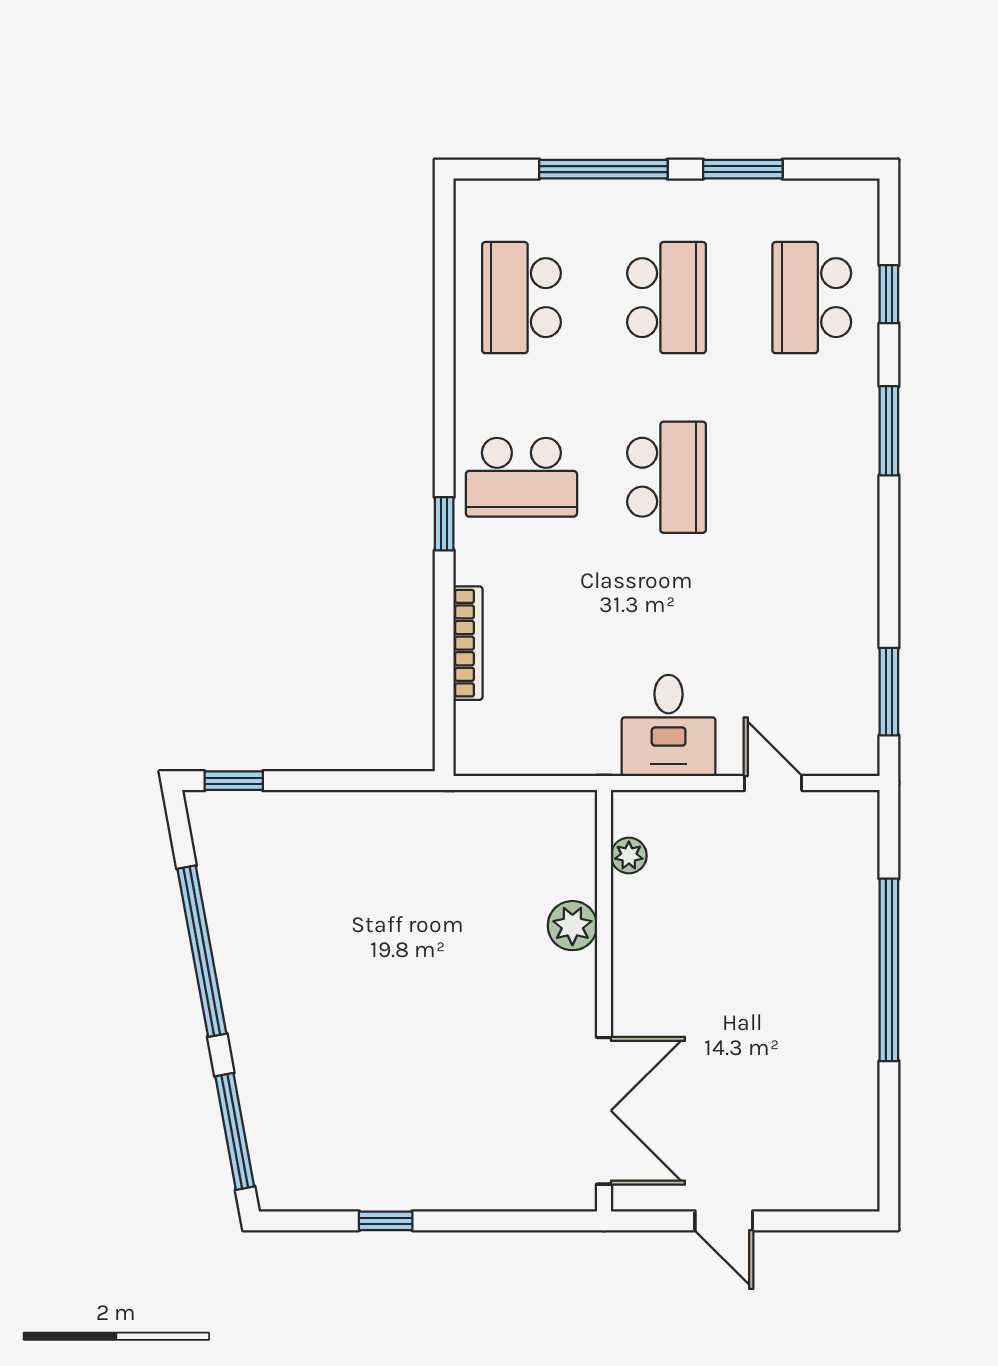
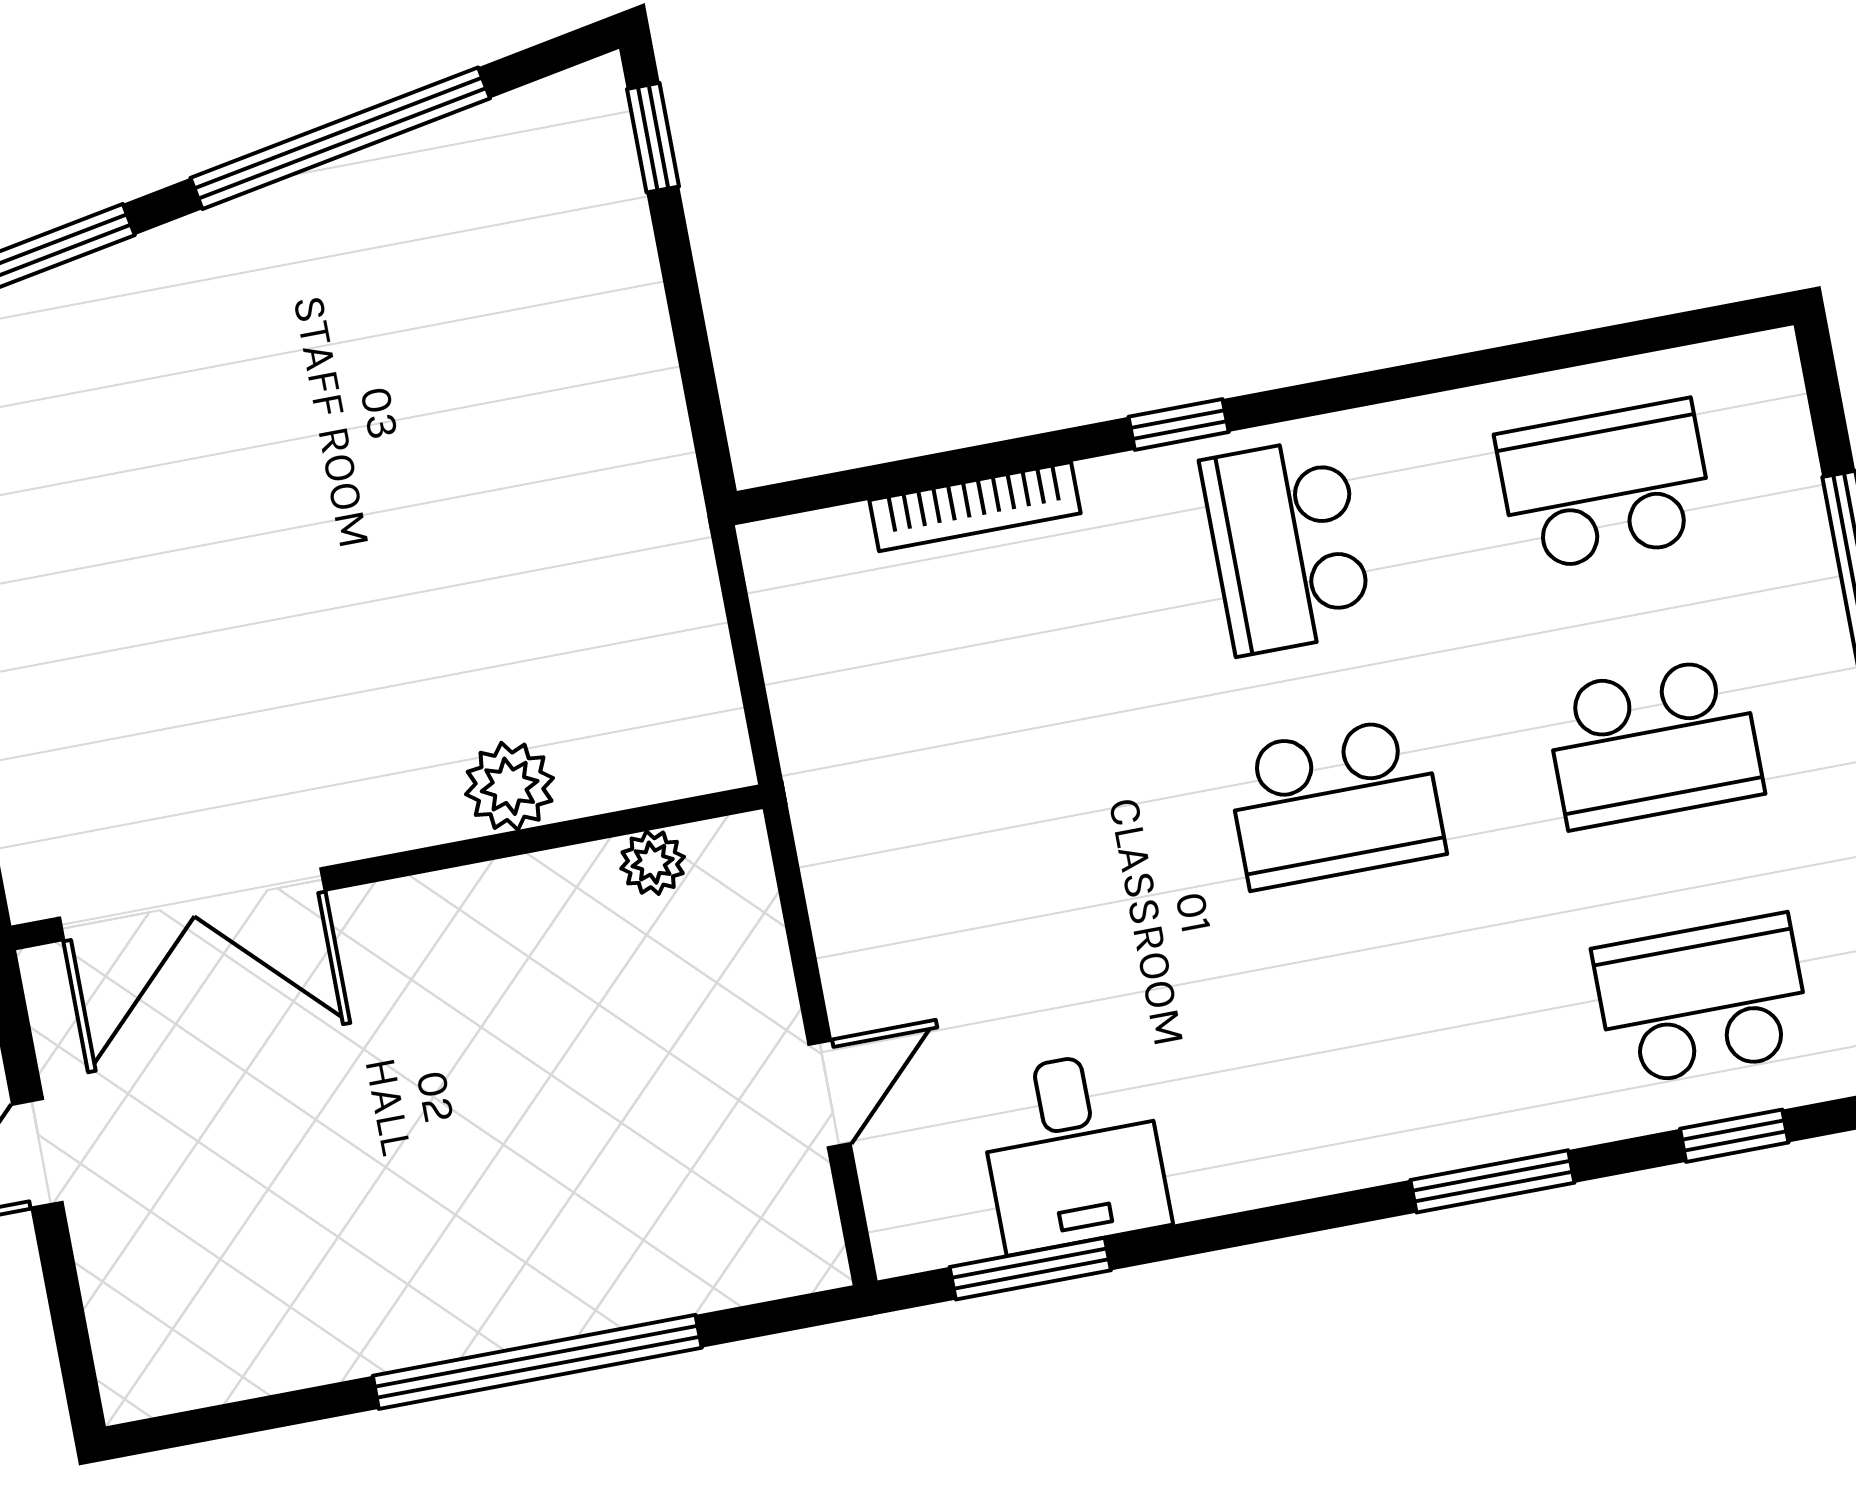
desk: (669, 725) -> (1073, 1151), moved, turned -90

